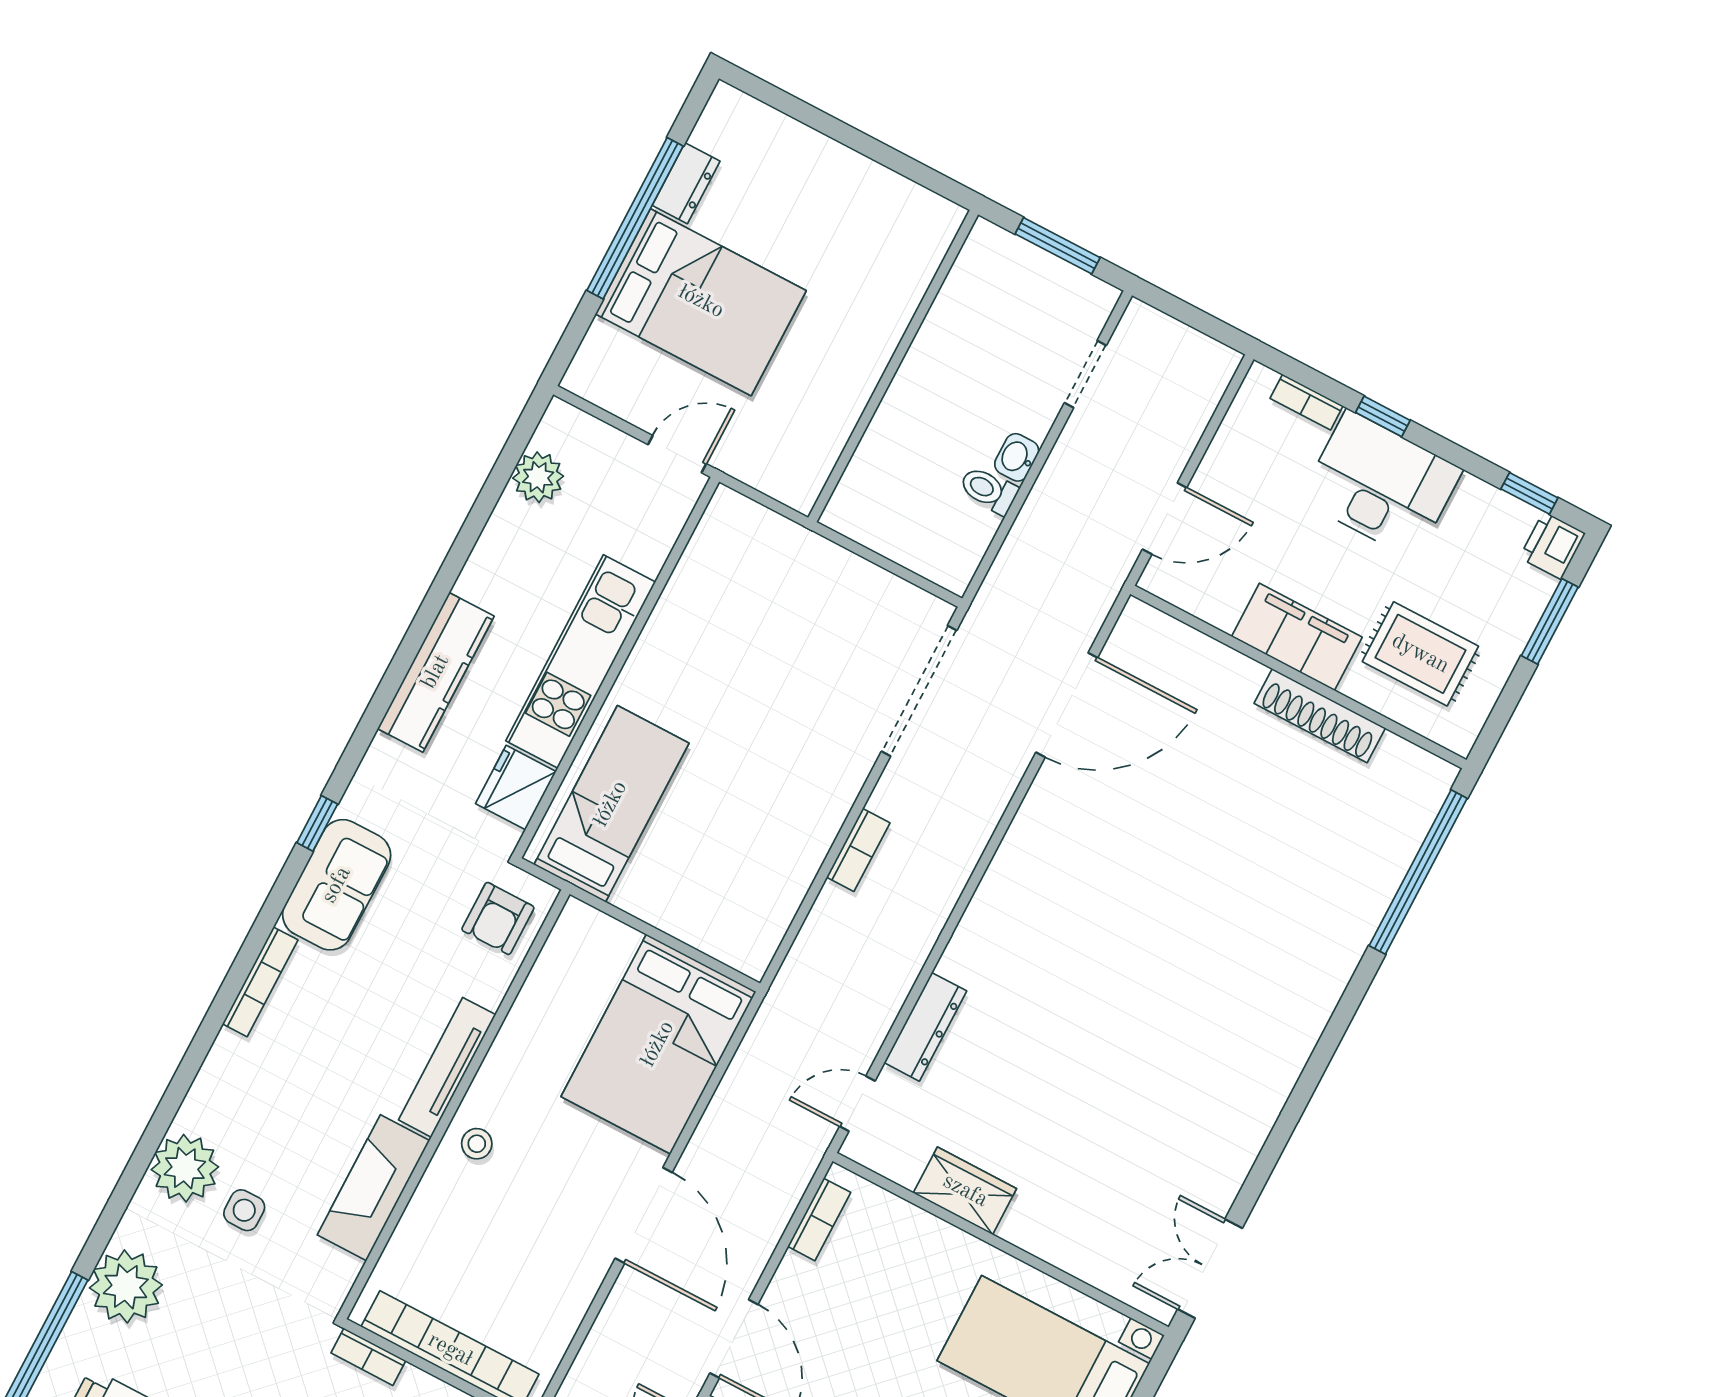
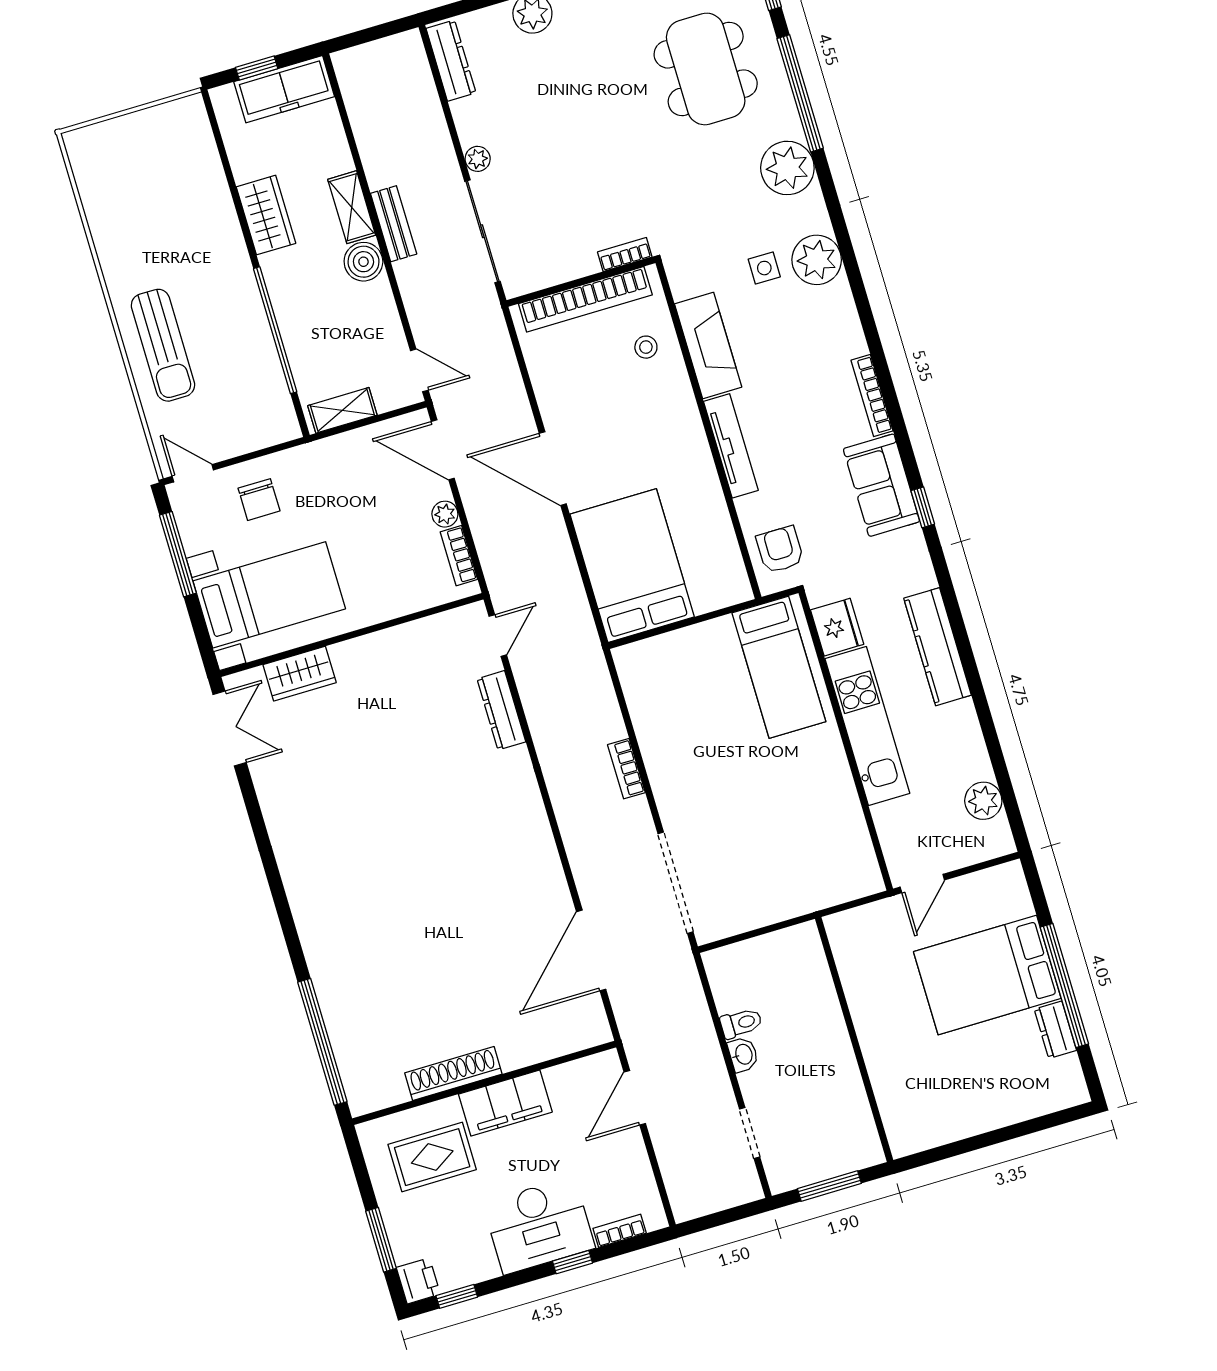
stool: (477, 1144) -> (646, 347), moved
wardrobe: (965, 1191) -> (300, 674), moved
plant: (793, 1274) -> (445, 514), added

